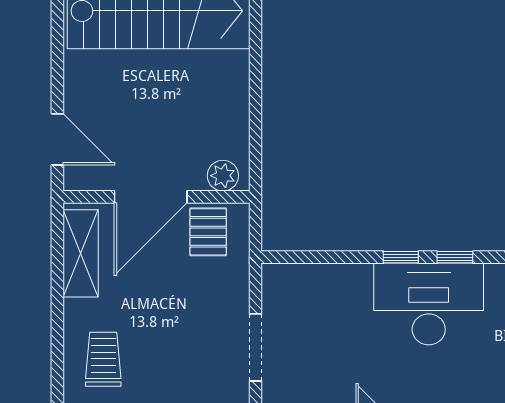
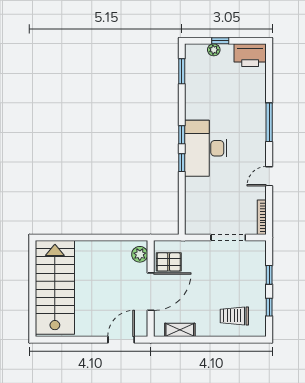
door: (151, 197) -> (151, 292), hinge flipped
shelving: (81, 253) -> (180, 330), width x0.67, depth x0.75

